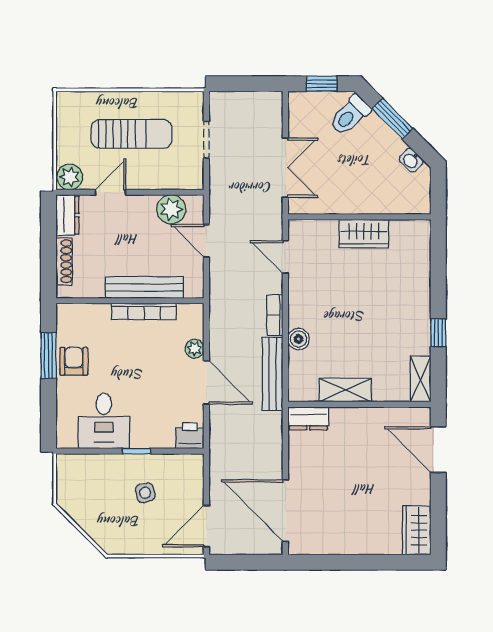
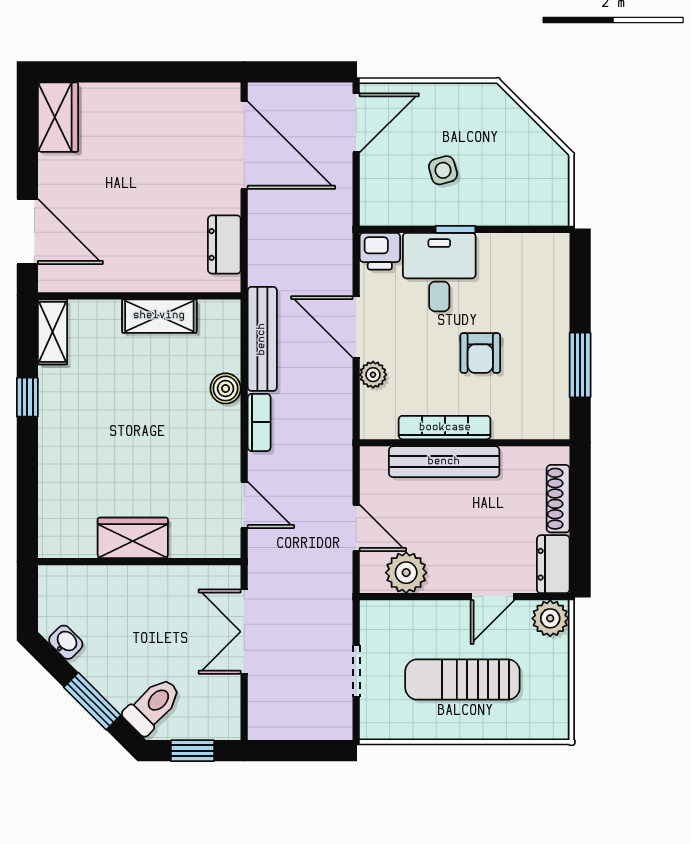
armchair: (74, 361) -> (480, 353), moved
dresser: (308, 418) -> (224, 245), moved, turned -90
desk: (104, 421) -> (439, 272), moved

